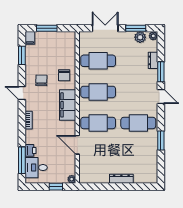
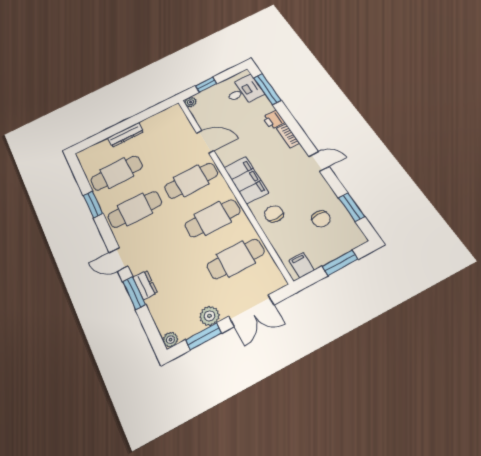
plant: (140, 37) -> (209, 316), moved
filing cabinet: (30, 38) -> (302, 265), moved
dresser: (153, 60) -> (145, 285), moved
chair: (41, 80) -> (321, 219), moved
printer: (30, 150) -> (274, 120), moved
cafe table: (138, 154) -> (117, 173), added

